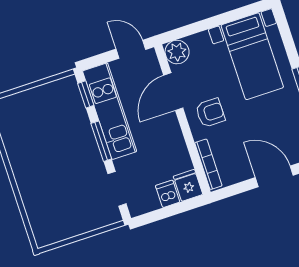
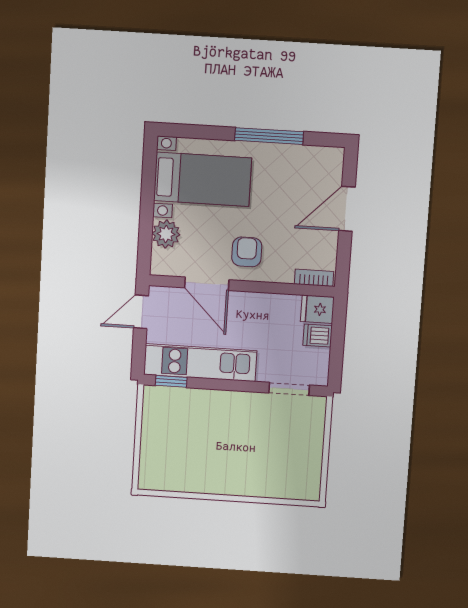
plant: (177, 52) -> (166, 234), moved
window: (101, 141) -> (230, 385), removed
bookcase: (208, 164) -> (314, 278), width x0.64

